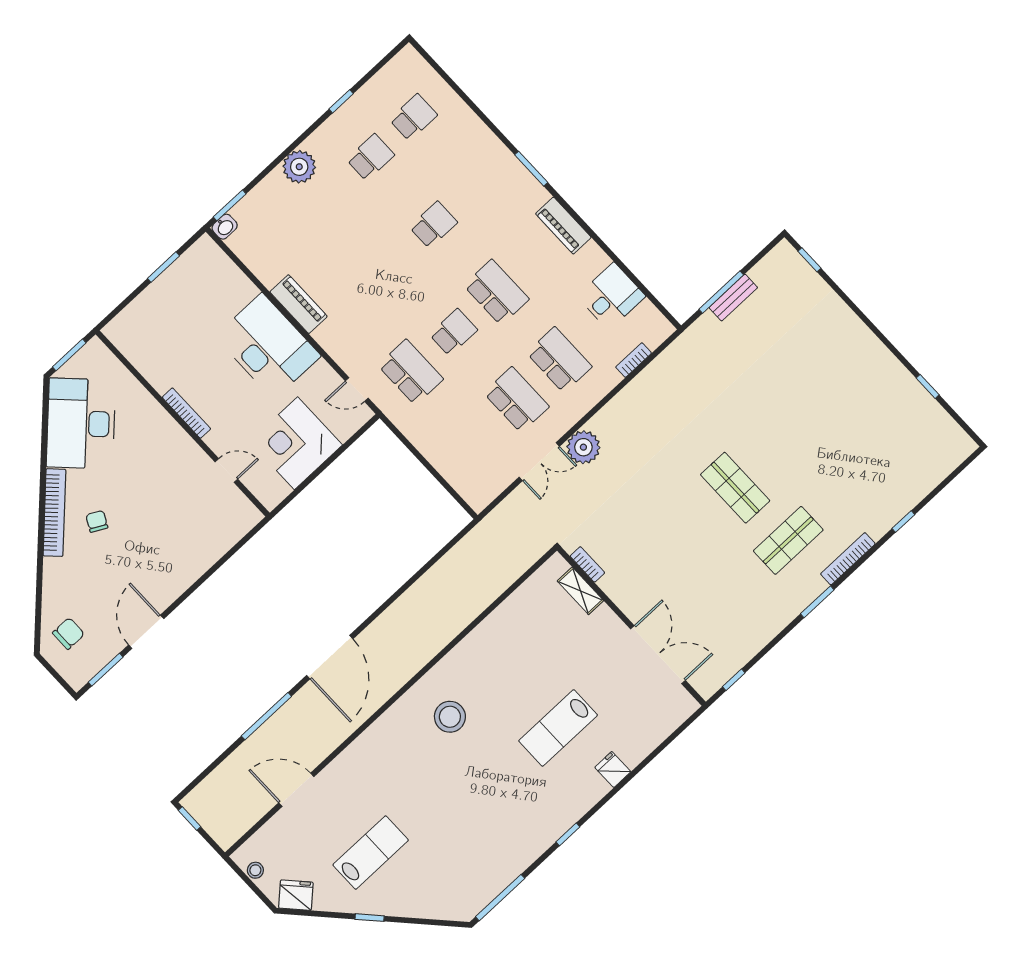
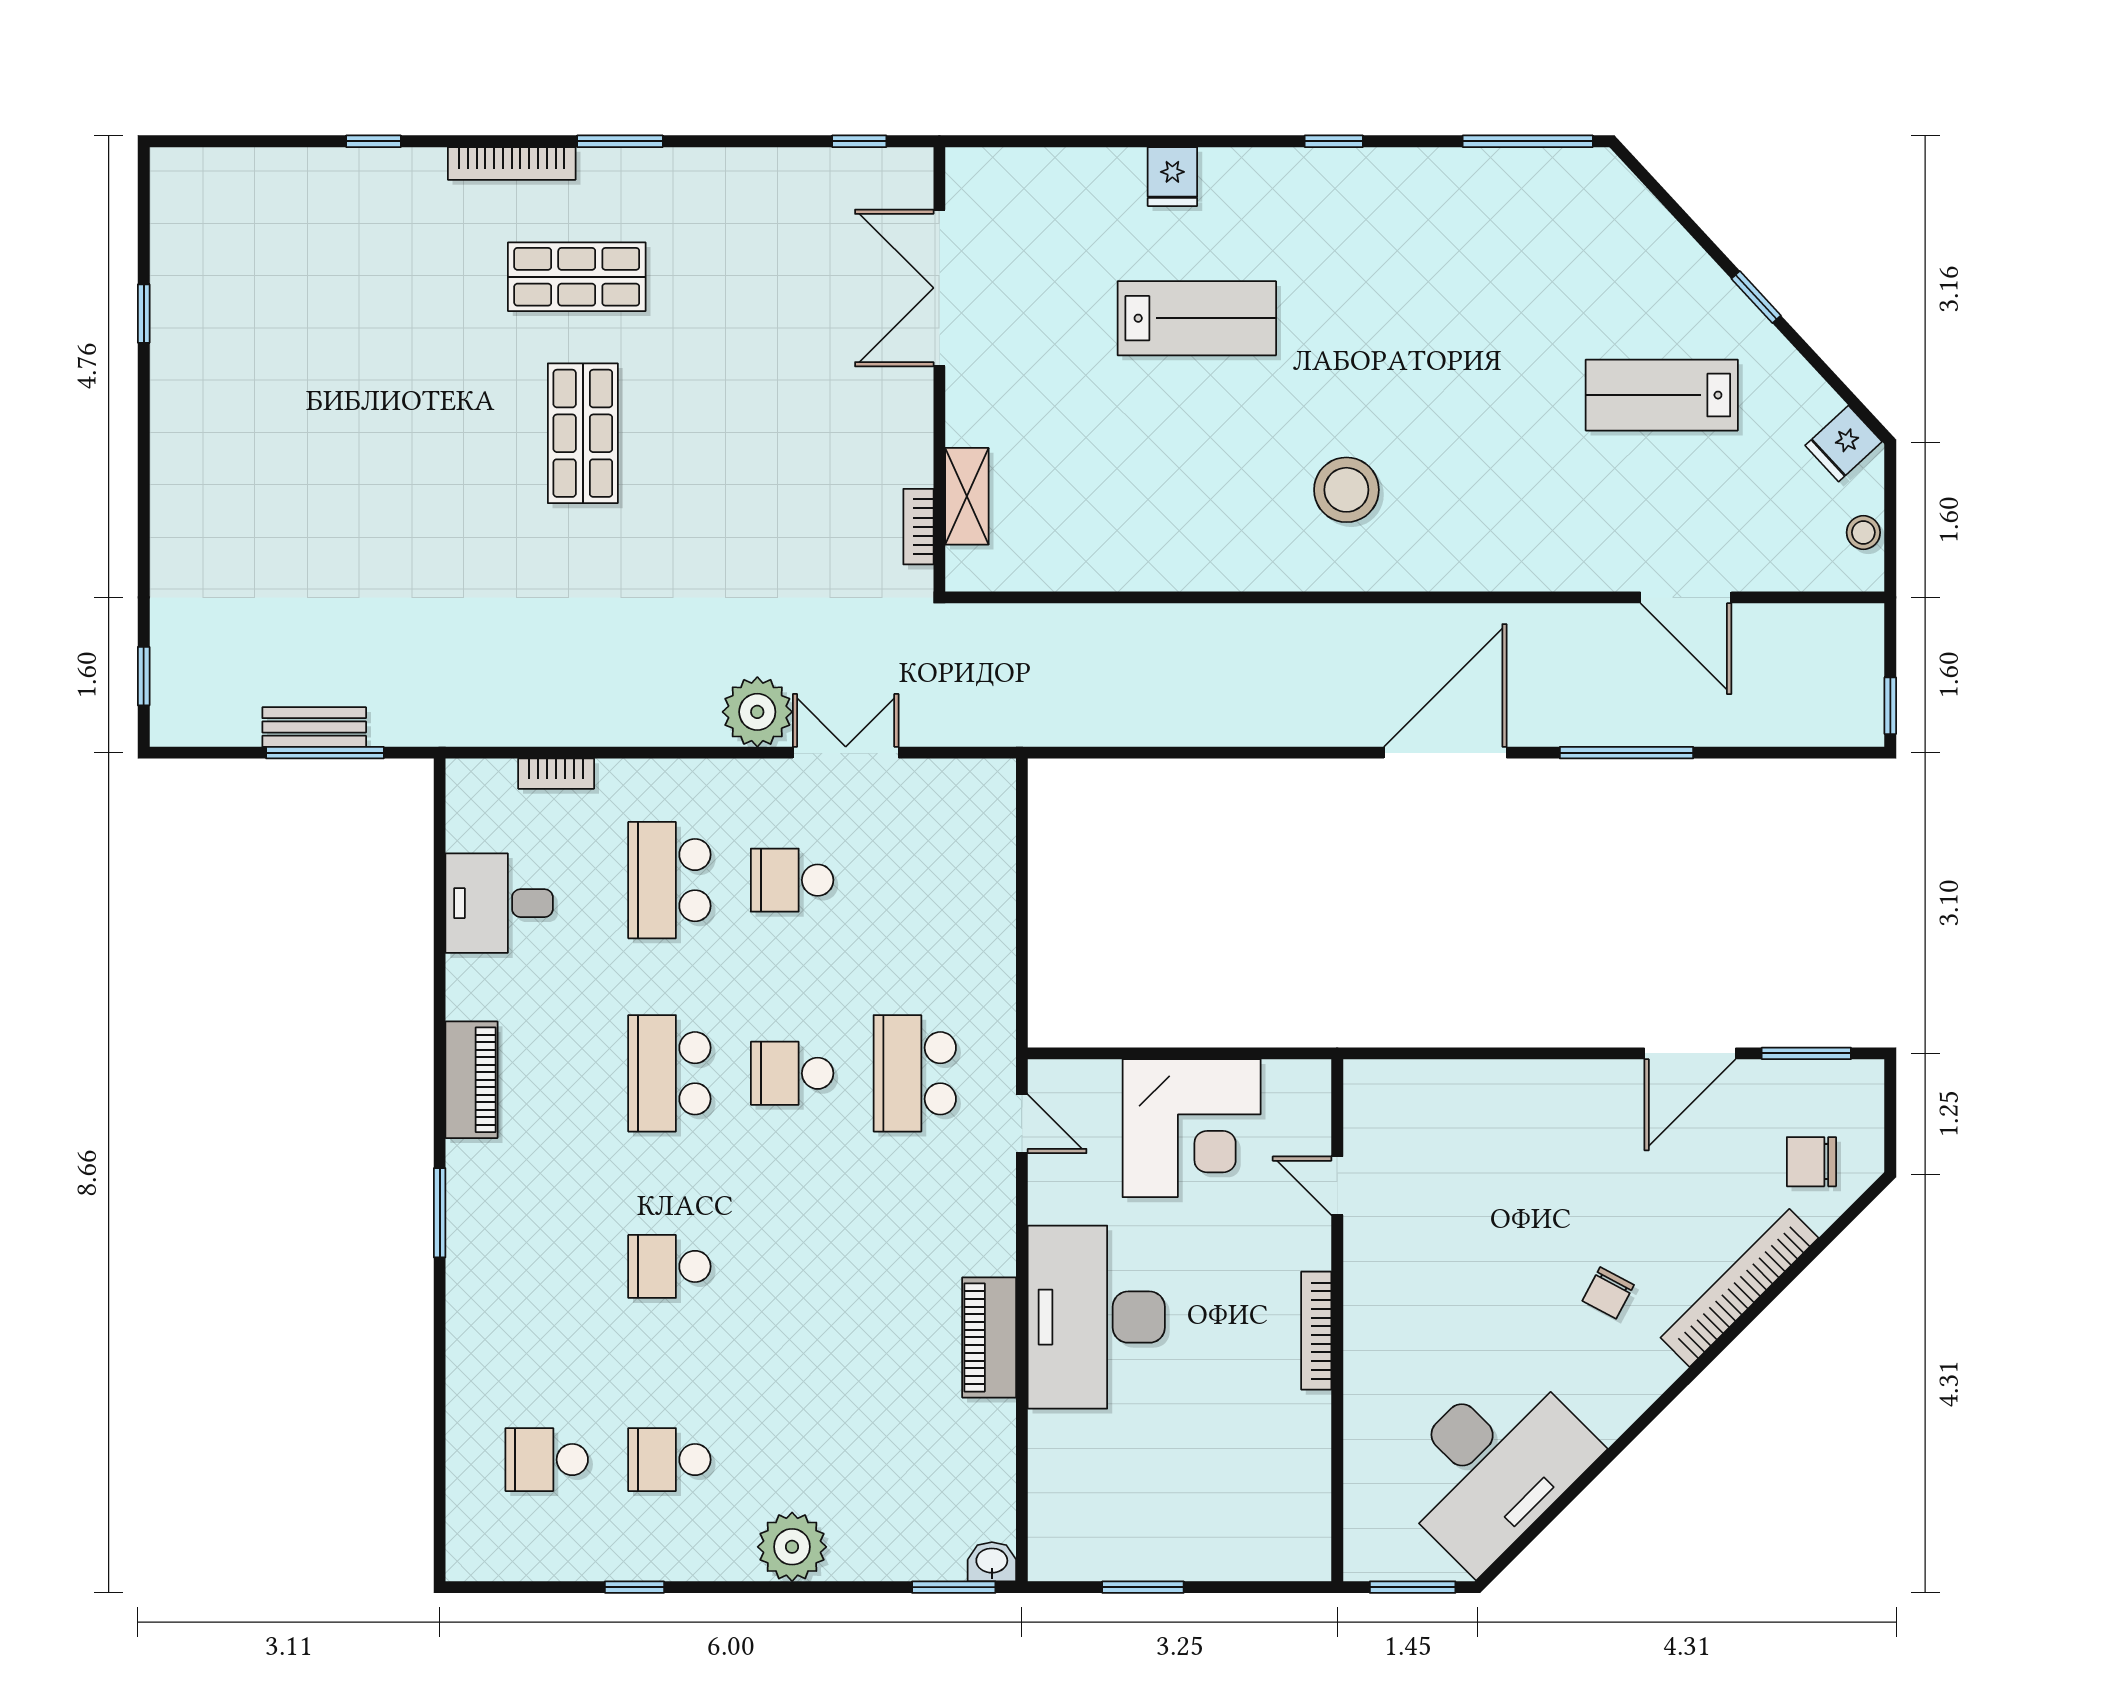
school desk: (516, 400) -> (792, 880), width x0.54
bookcase: (54, 513) -> (1740, 1288), moved
fridge: (296, 895) -> (1844, 444), width x0.72

